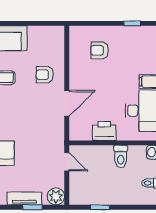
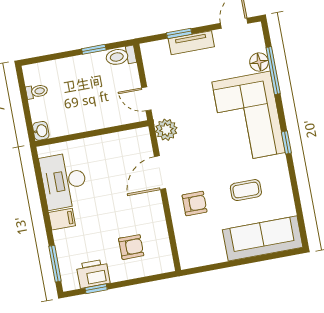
printer: (104, 131) -> (93, 274), moved, turned 180
toilet: (121, 157) -> (121, 56), moved, turned -90
plant: (56, 196) -> (166, 130), moved

